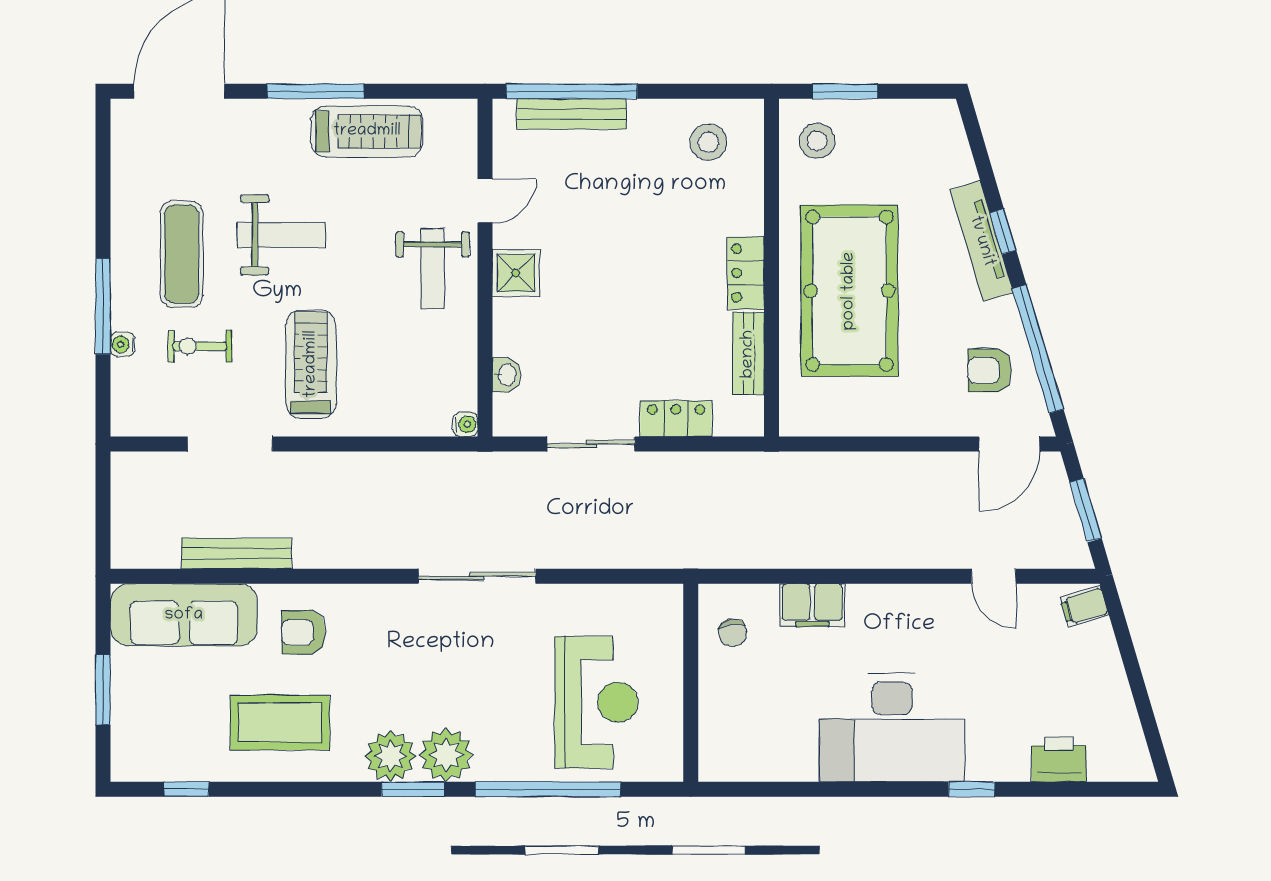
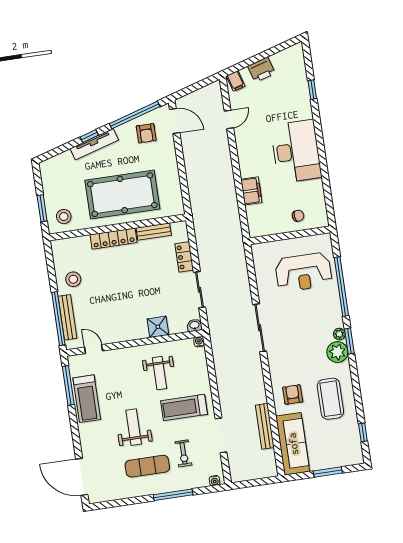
window: (315, 91) -> (68, 385), moved
treadmill: (367, 131) -> (87, 399), turned 180
stool: (708, 142) -> (73, 279), moved
door: (485, 201) -> (94, 349), moved
weight bench: (433, 269) -> (159, 373), moved, turned 90
shower: (516, 273) -> (158, 327), moved
locker: (746, 273) -> (114, 239), width x1.53
water cooler: (122, 344) -> (215, 481), moved
washbasin: (506, 375) -> (195, 325), moved
window: (1086, 510) -> (197, 86), removed
armchair: (304, 632) -> (293, 394), turned 180
chair: (733, 633) -> (298, 216), moved
reception desk: (596, 702) -> (303, 272), turned 180
plant: (446, 755) -> (339, 334), width x0.53, depth x0.53
printer: (1059, 759) -> (261, 70), moved, turned -106
window: (972, 789) -> (312, 90), moved

